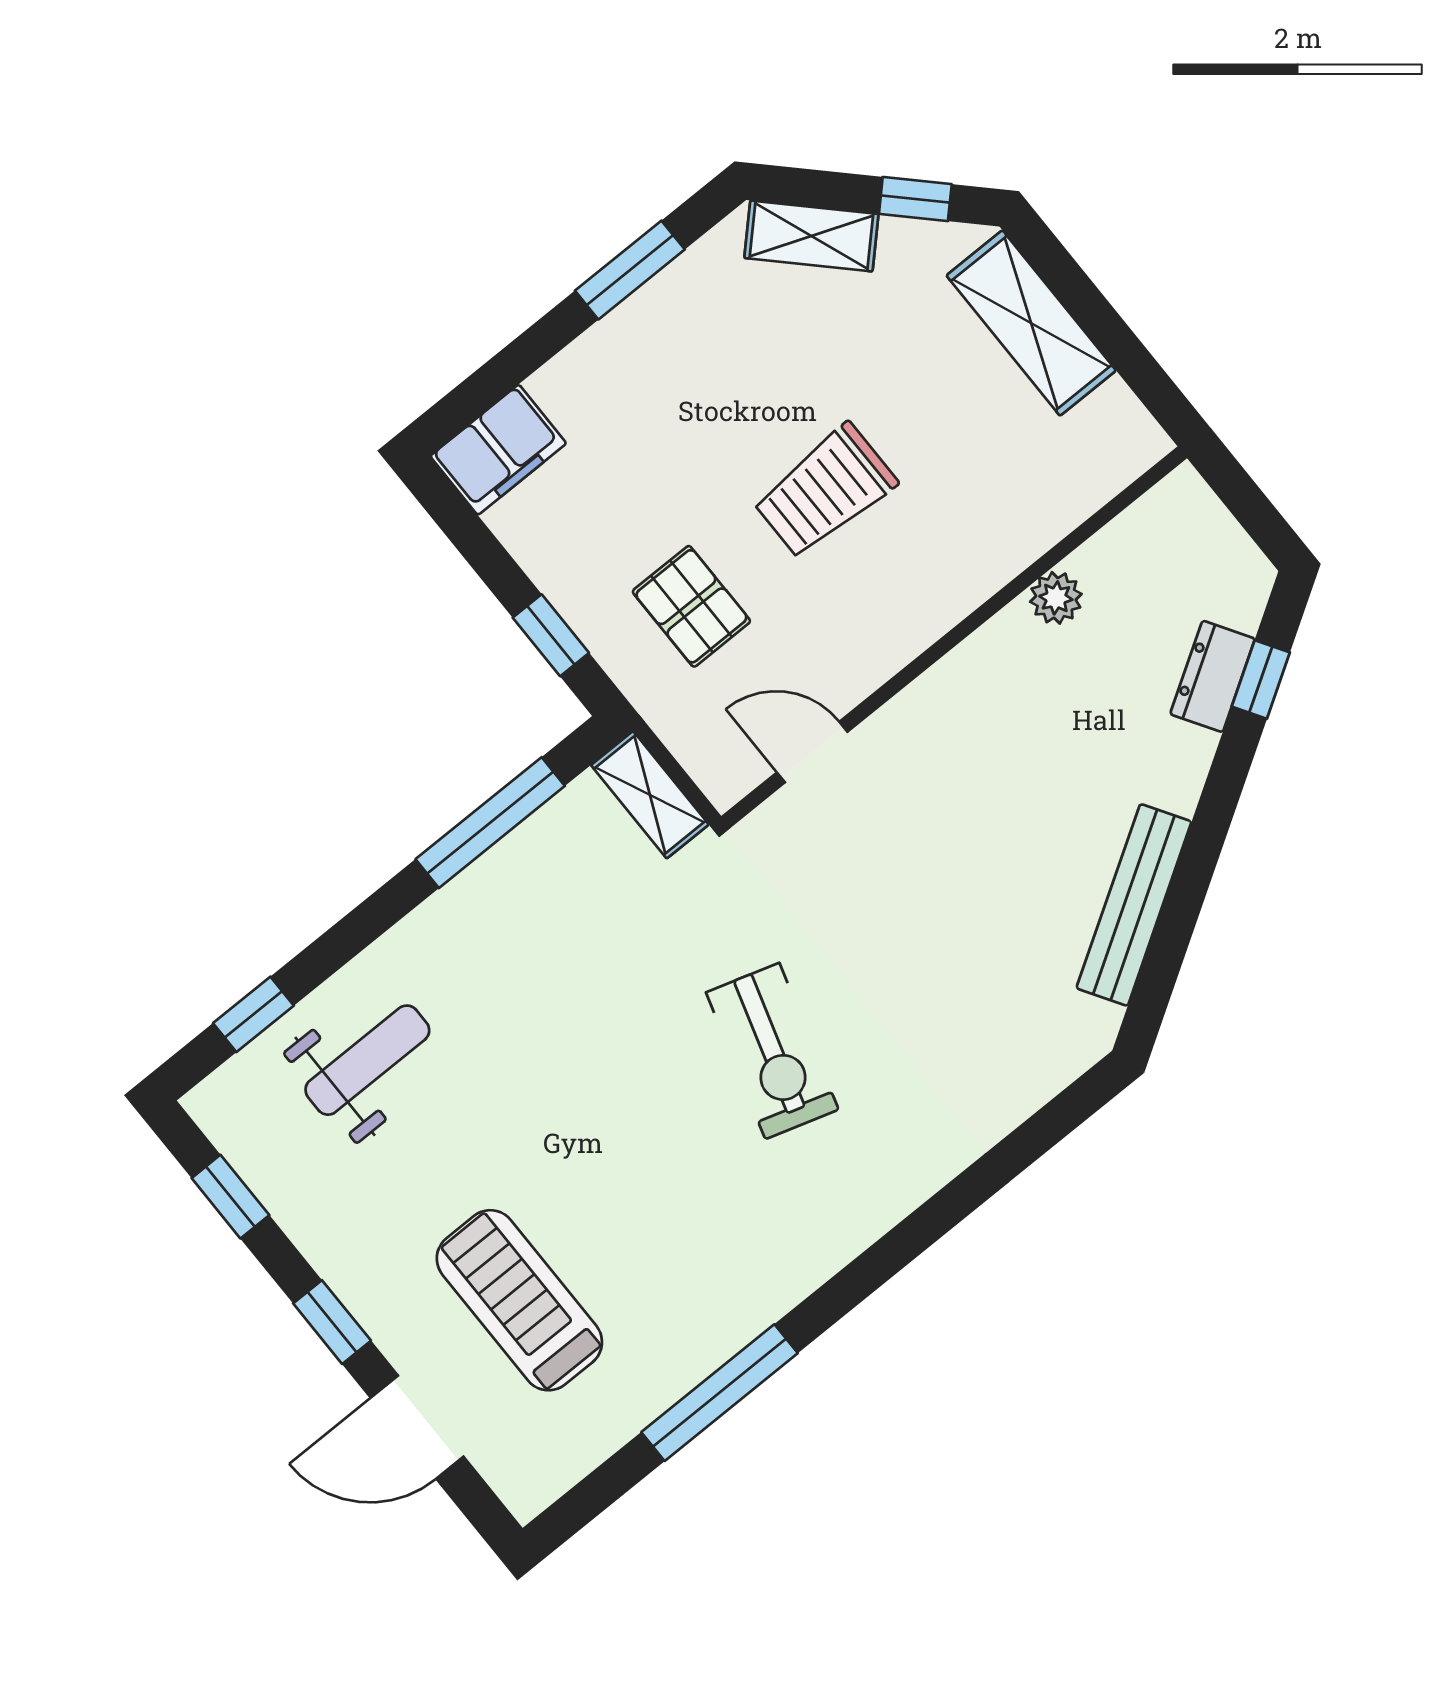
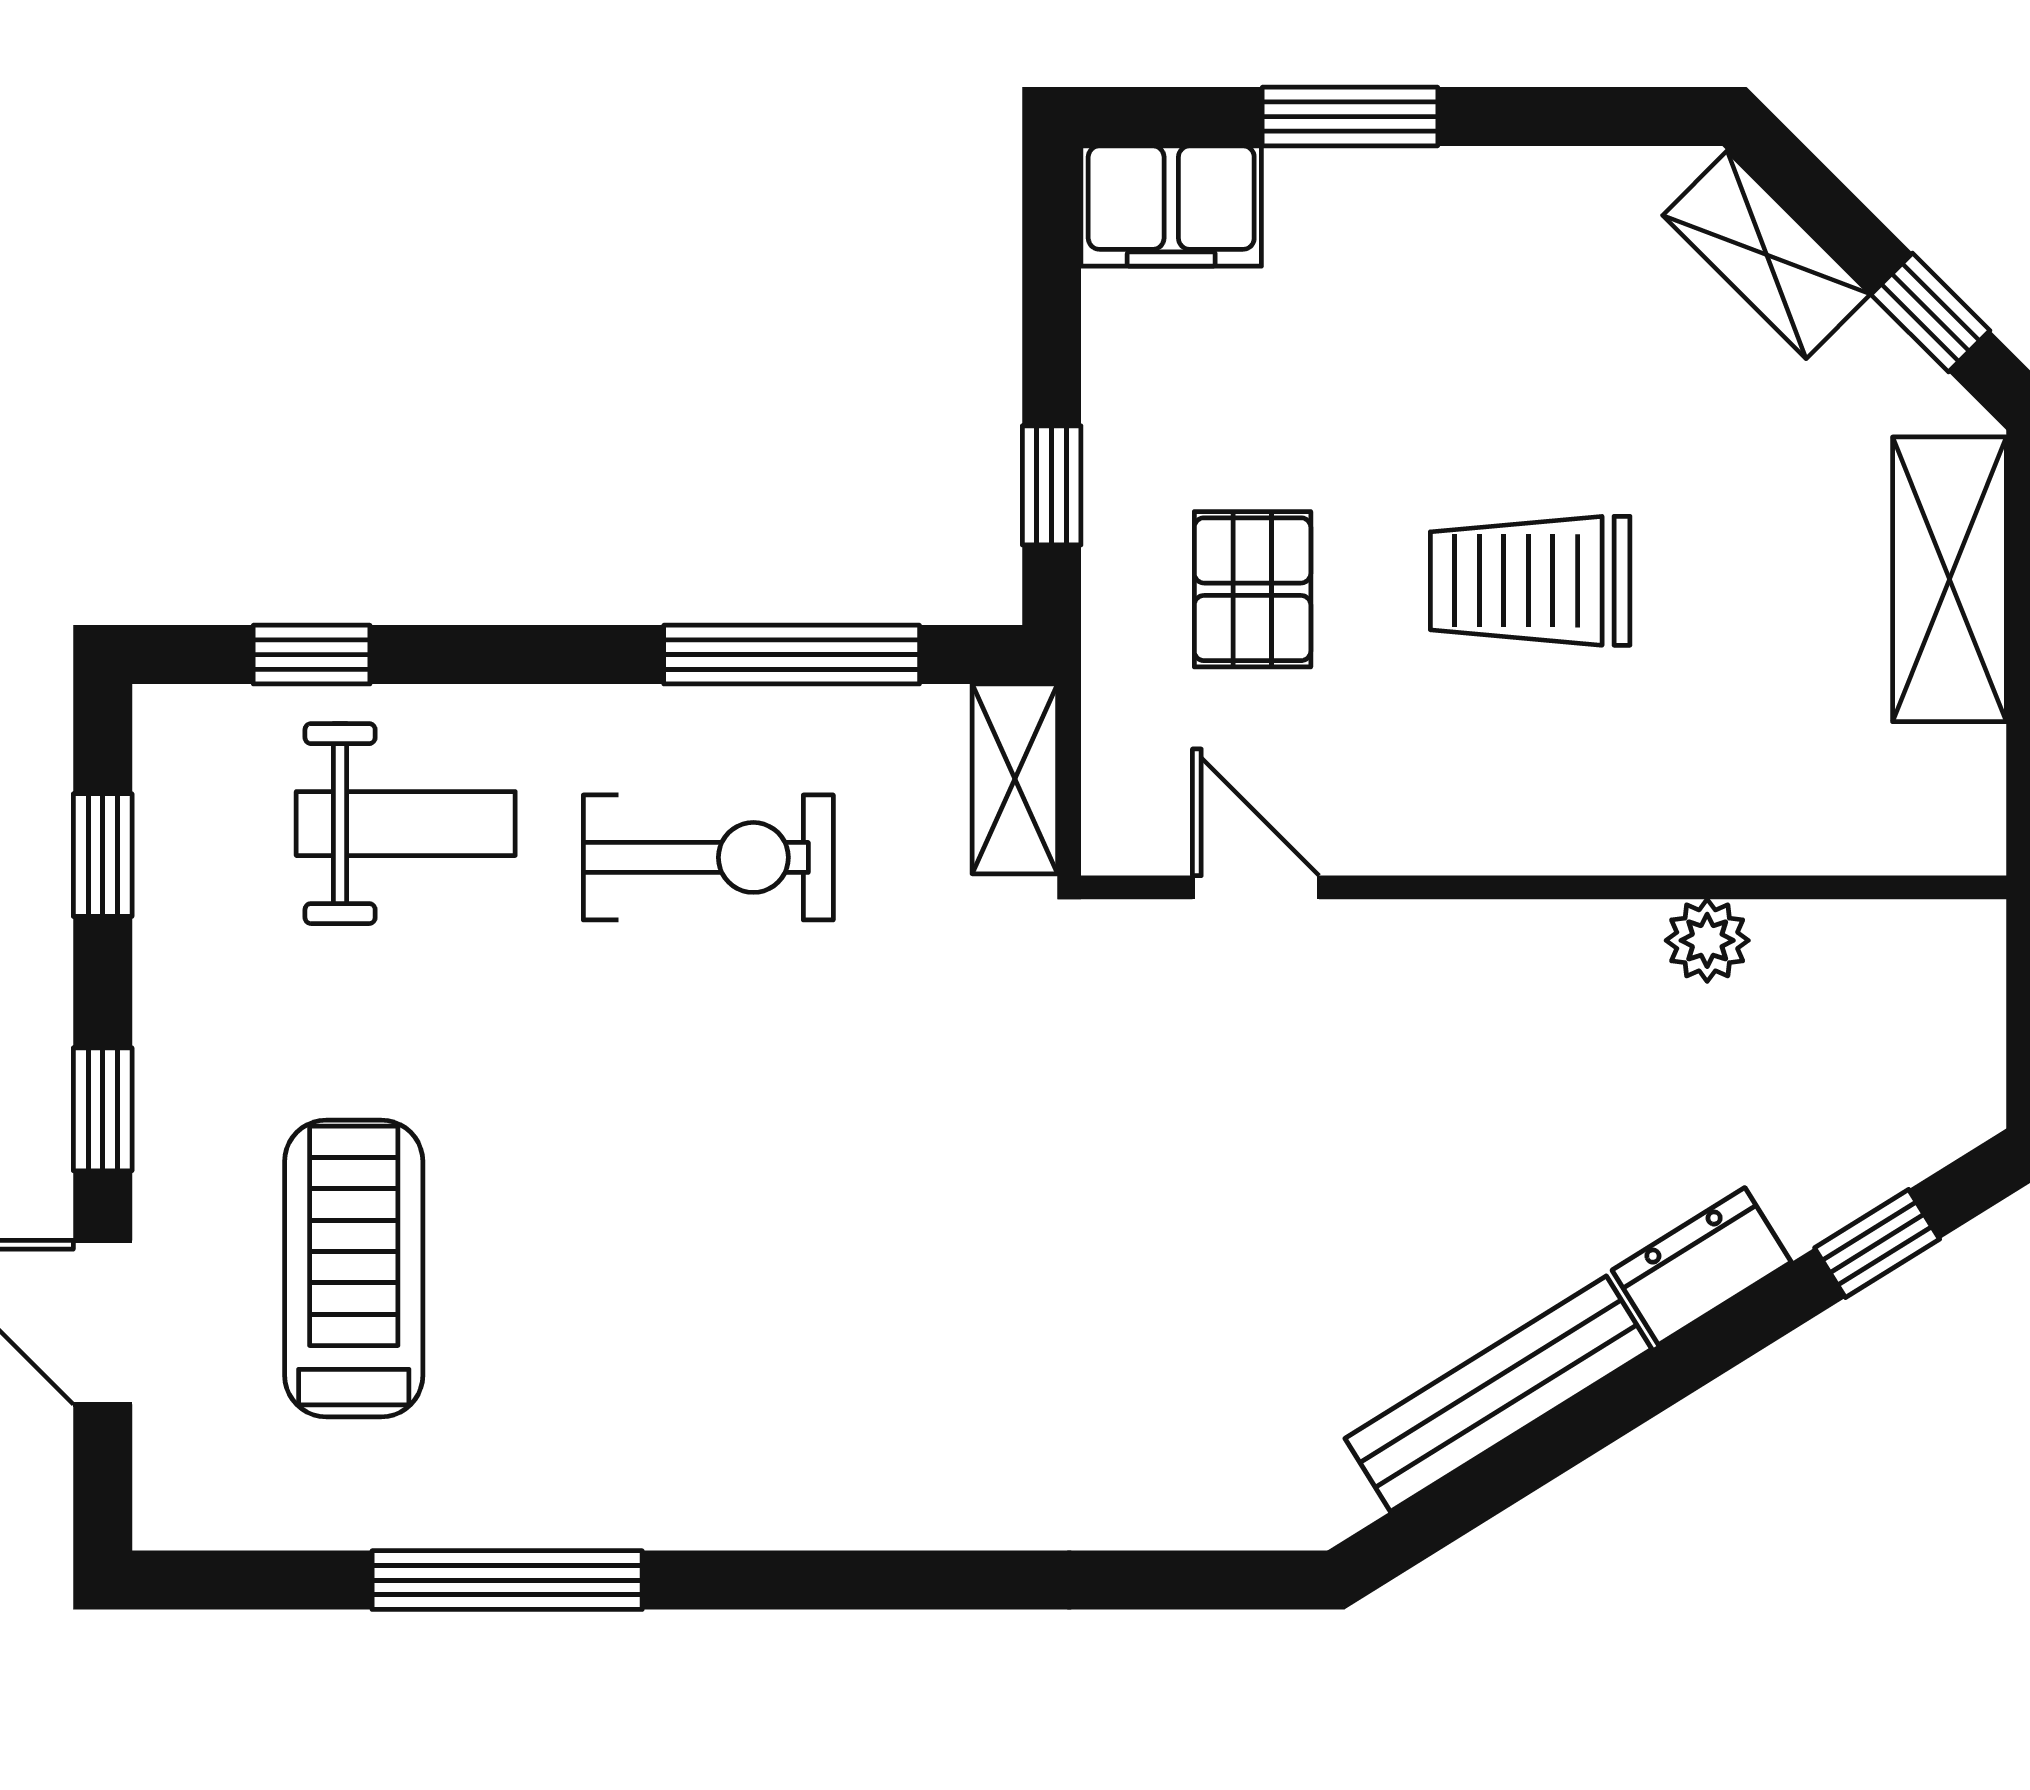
window: (630, 270) -> (1350, 117), moved
dresser: (1213, 676) -> (1702, 1266), moved
exercise bike: (772, 1051) -> (708, 857), moved, turned -107

